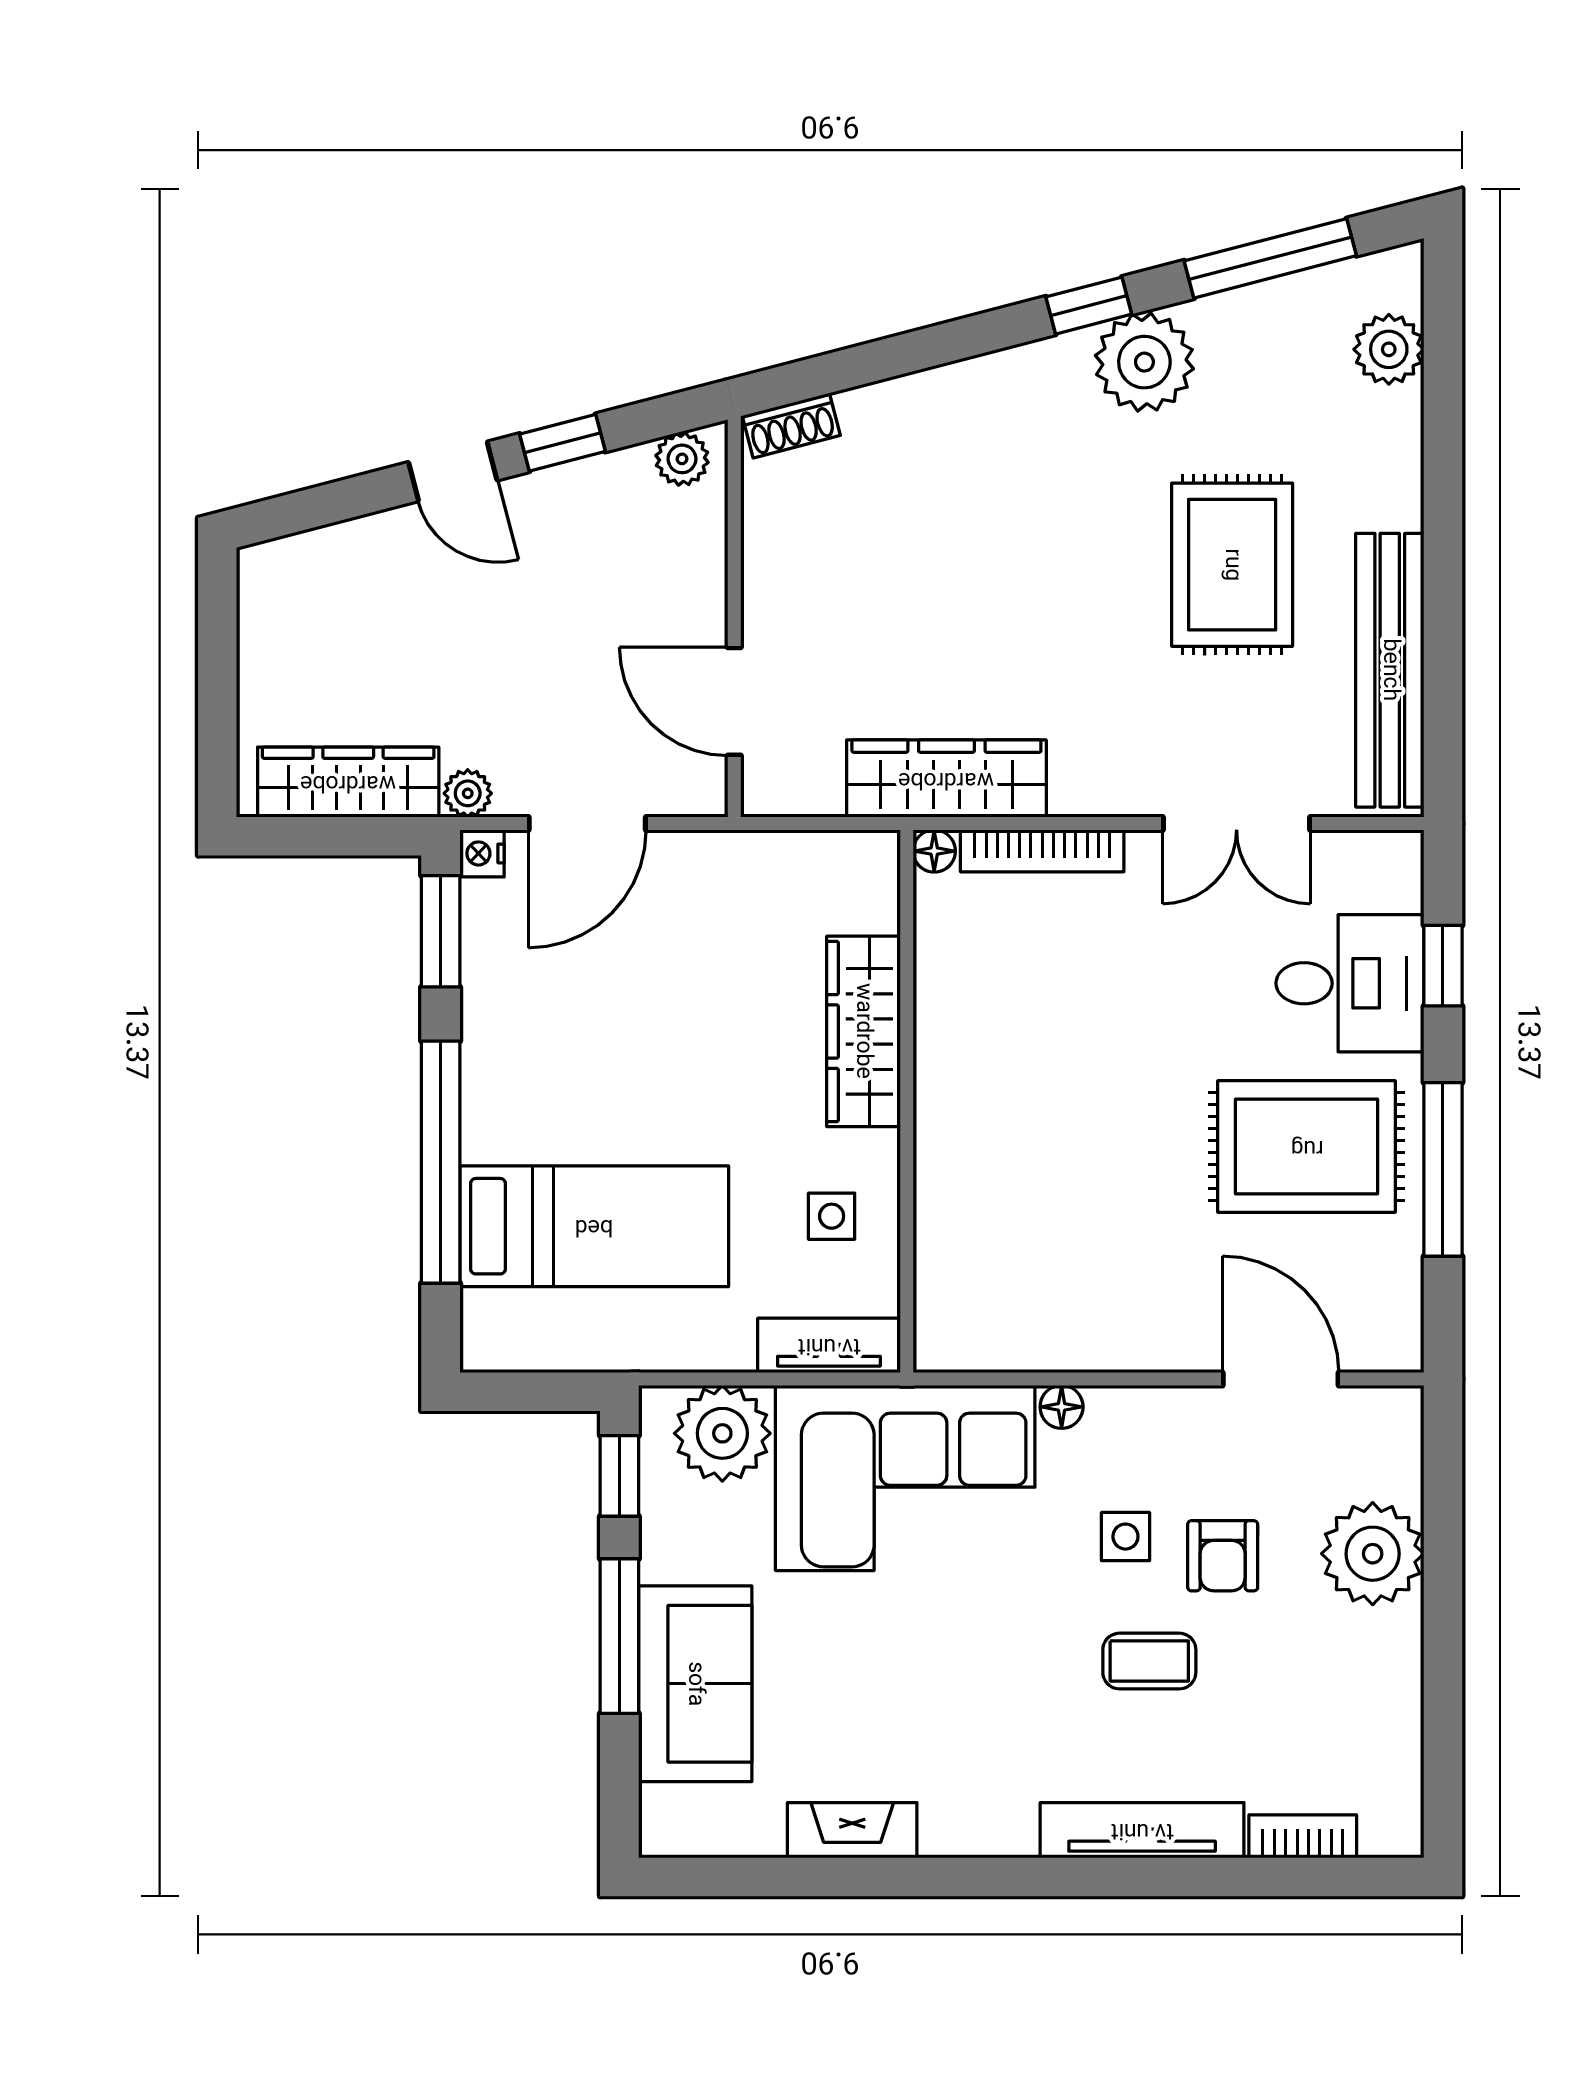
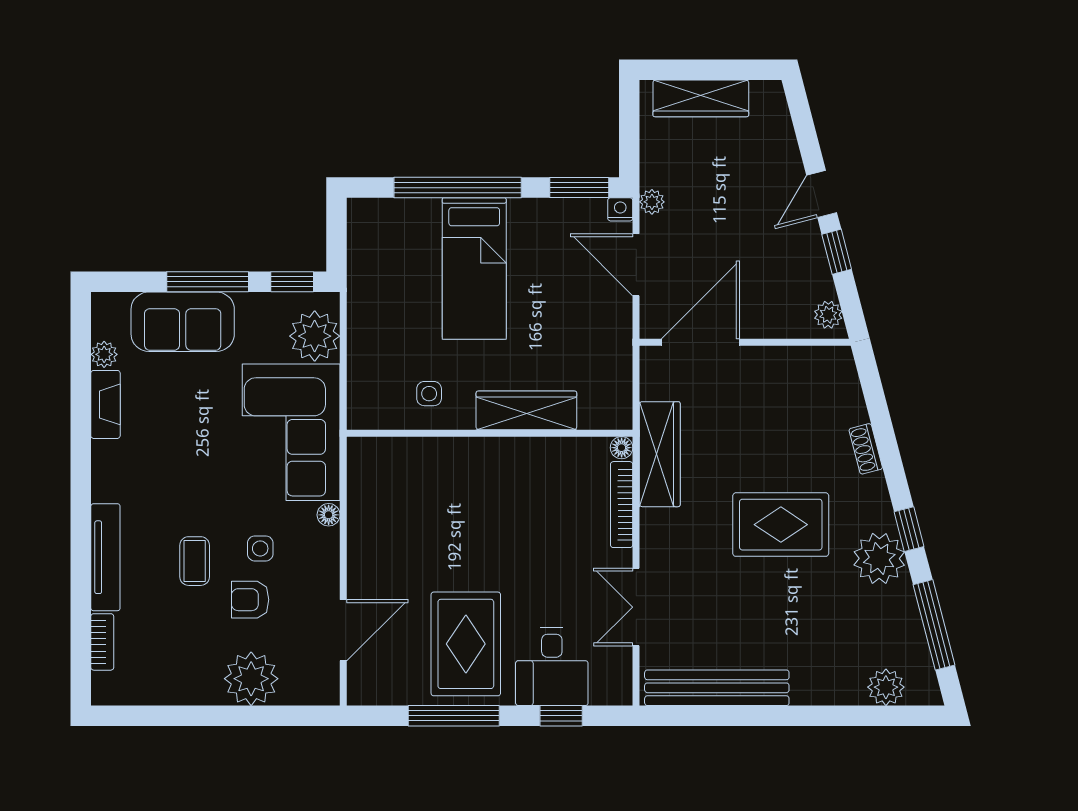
shoe rack: (791, 426) -> (866, 449), moved
rug: (1232, 565) -> (781, 525), moved
door: (734, 701) -> (700, 342), width x1.36
wardrobe: (348, 782) -> (701, 98), moved, turned 90
bed: (594, 1226) -> (474, 268), moved
tv unit: (829, 1345) -> (361, 392), removed
plant: (757, 1833) -> (104, 354), added

